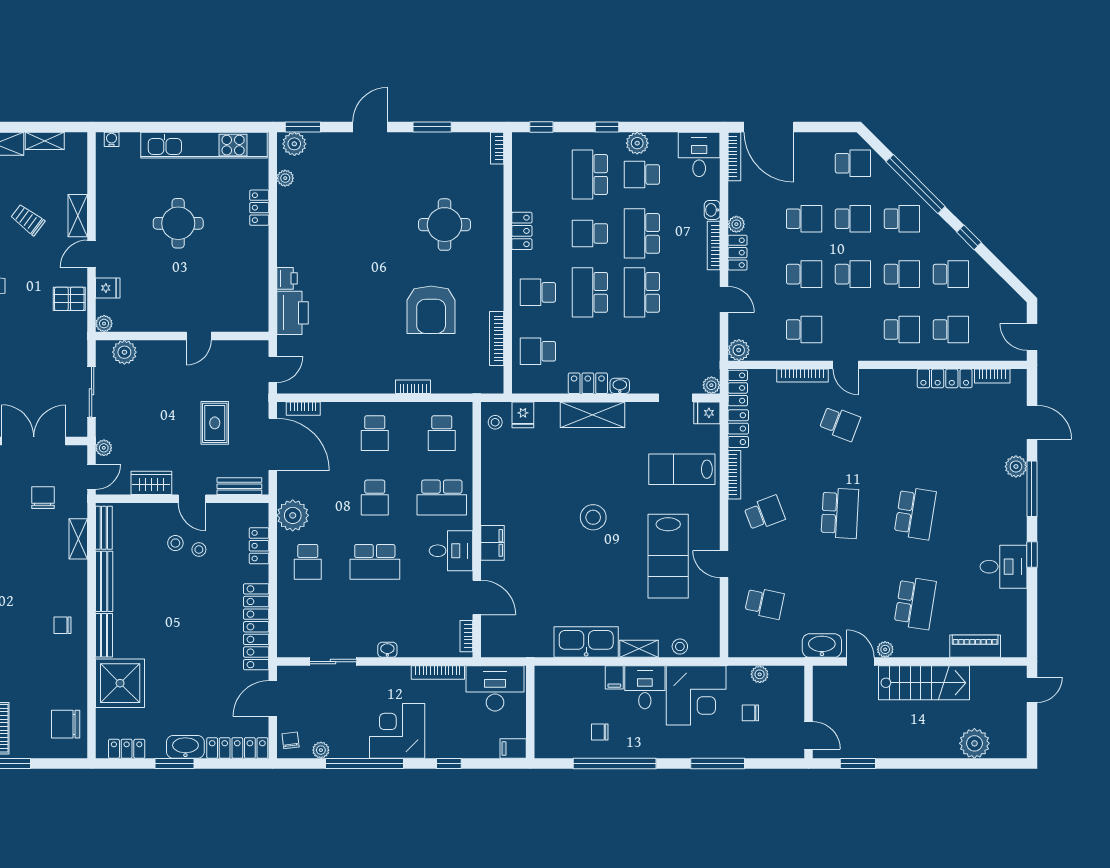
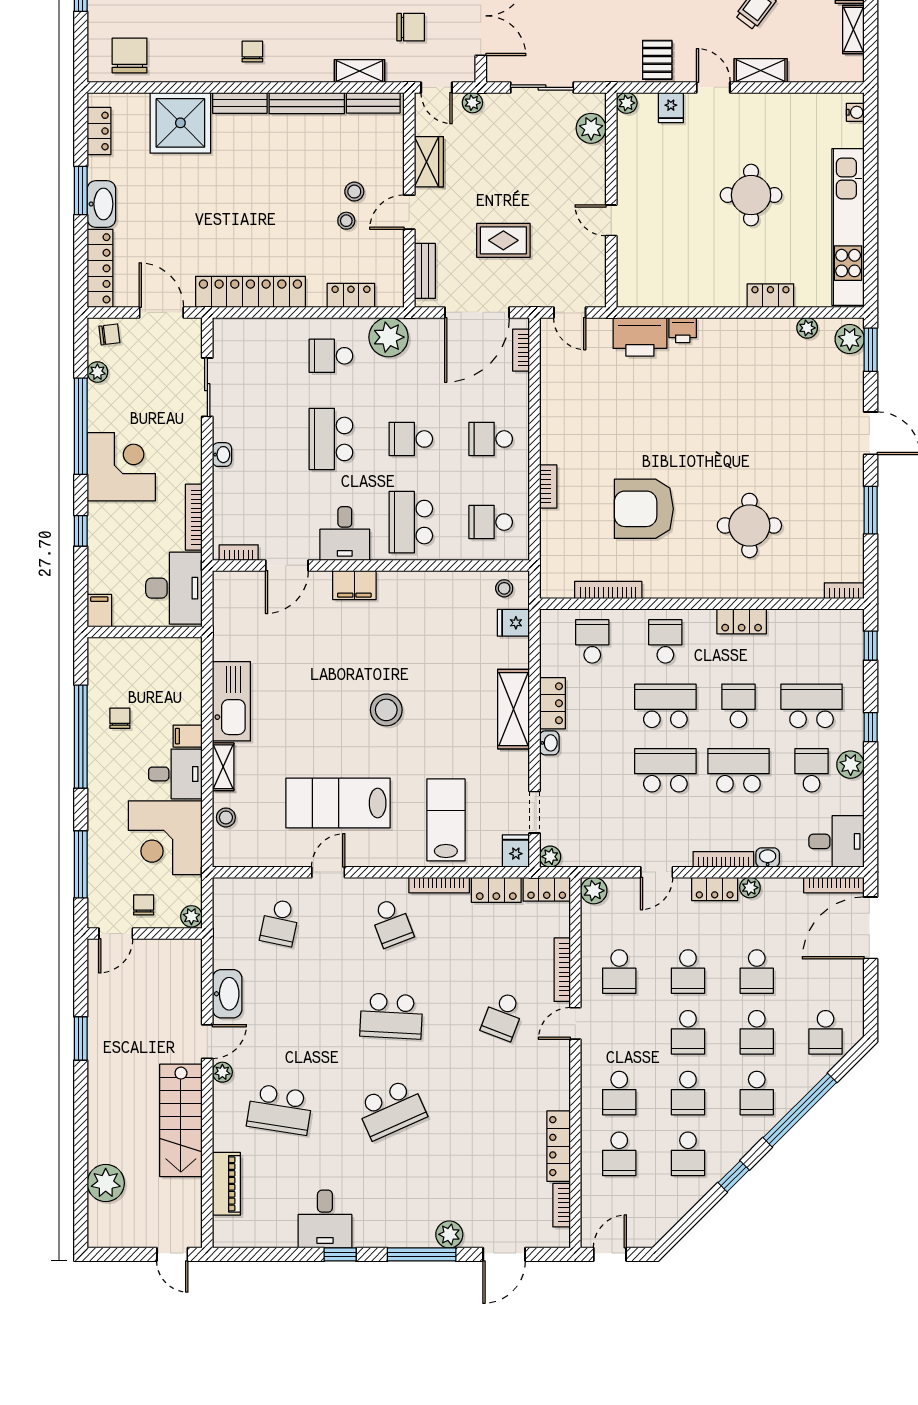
school desk: (915, 513) -> (391, 1109), turned -33
wall: (808, 712) -> (145, 934), moved
door: (808, 735) -> (116, 934), moved

